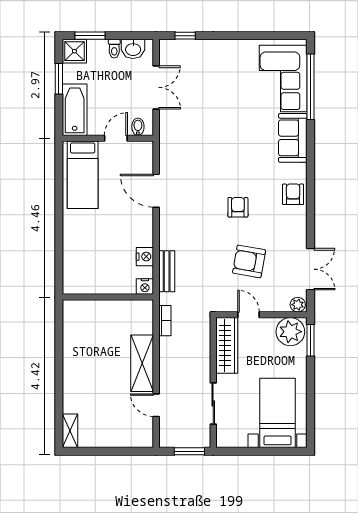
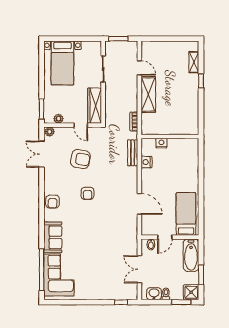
nightstand: (145, 286) -> (161, 143), moved
plant: (290, 332) -> (58, 119), width x0.53, depth x0.53
window: (59, 385) -> (201, 81), added
shelving: (70, 431) -> (194, 62), moved

